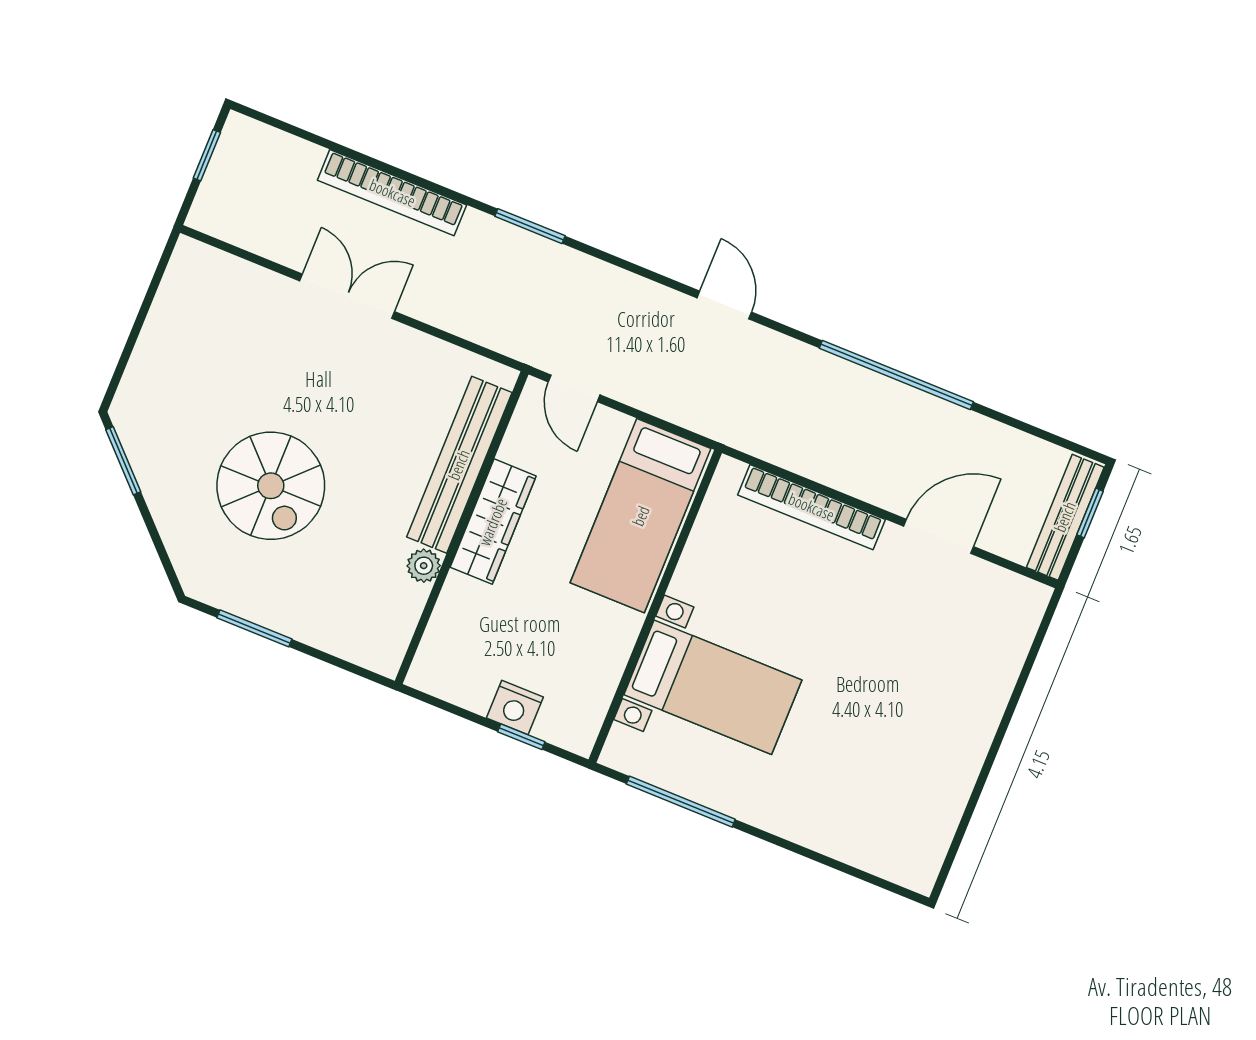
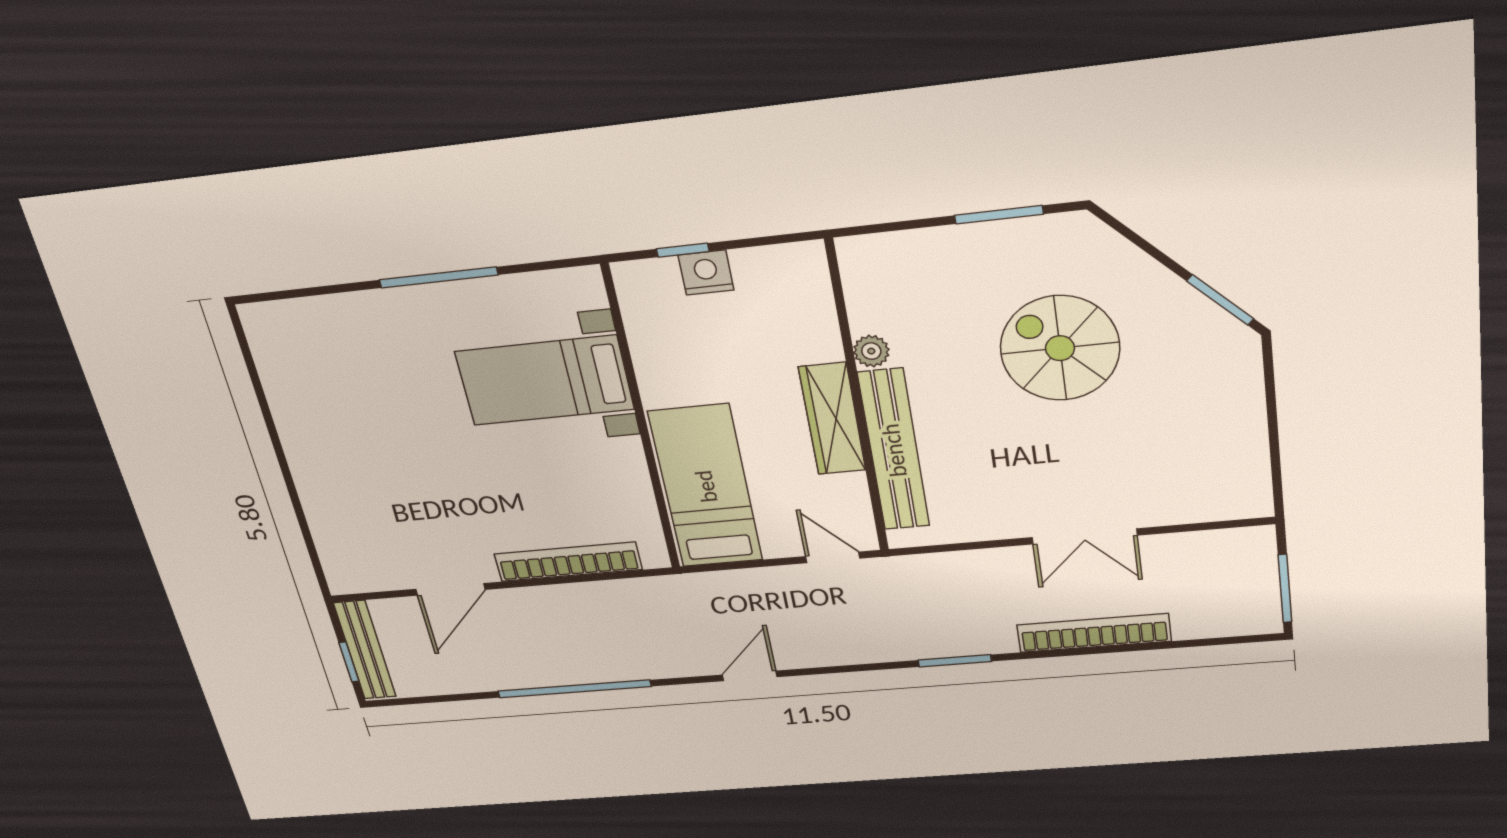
window: (207, 155) -> (1285, 589), width x1.50
door: (724, 305) -> (750, 676), swing flipped
window: (681, 802) -> (439, 277), moved

